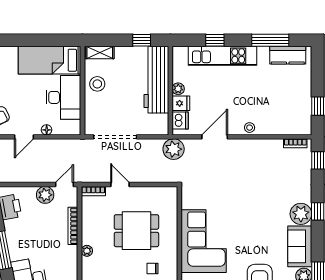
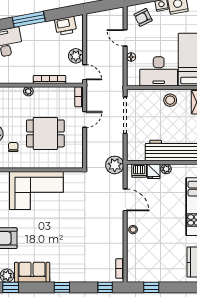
plant: (301, 214) -> (60, 273), removed
dining table: (136, 231) -> (45, 133), turned 90

